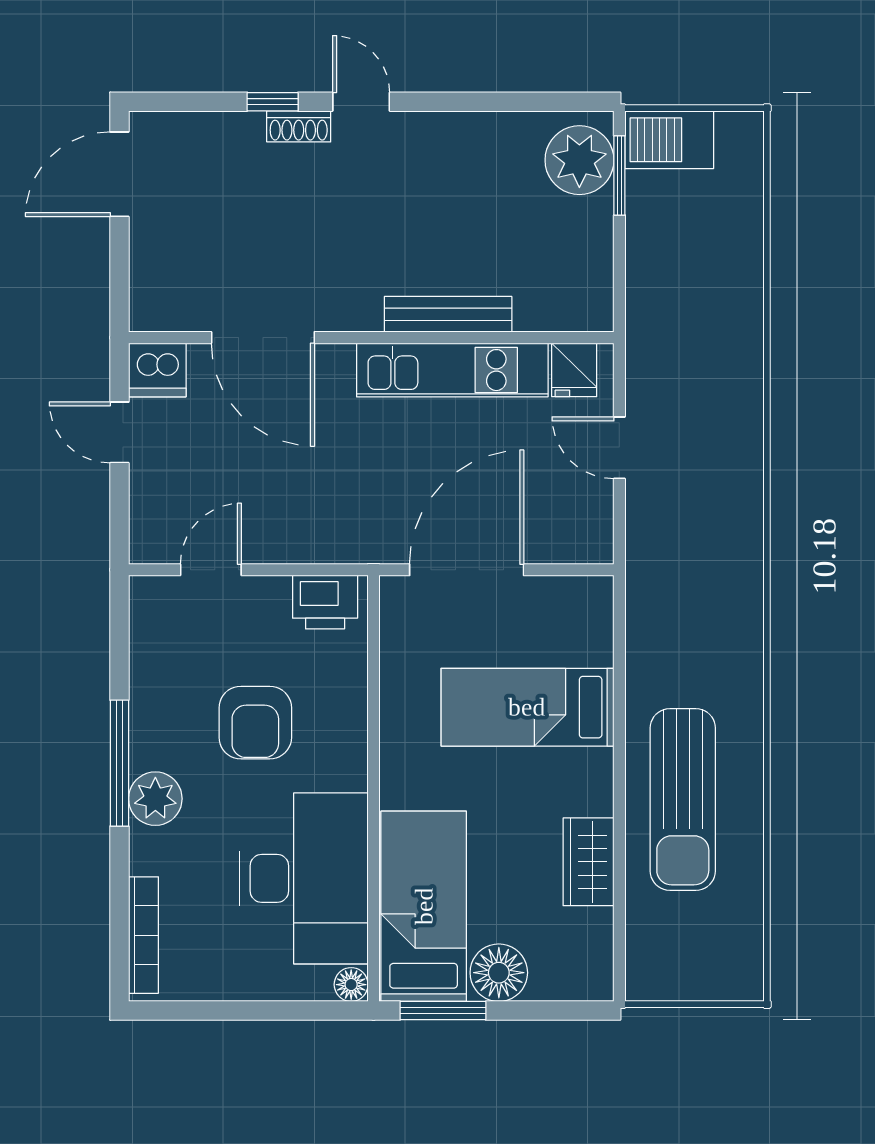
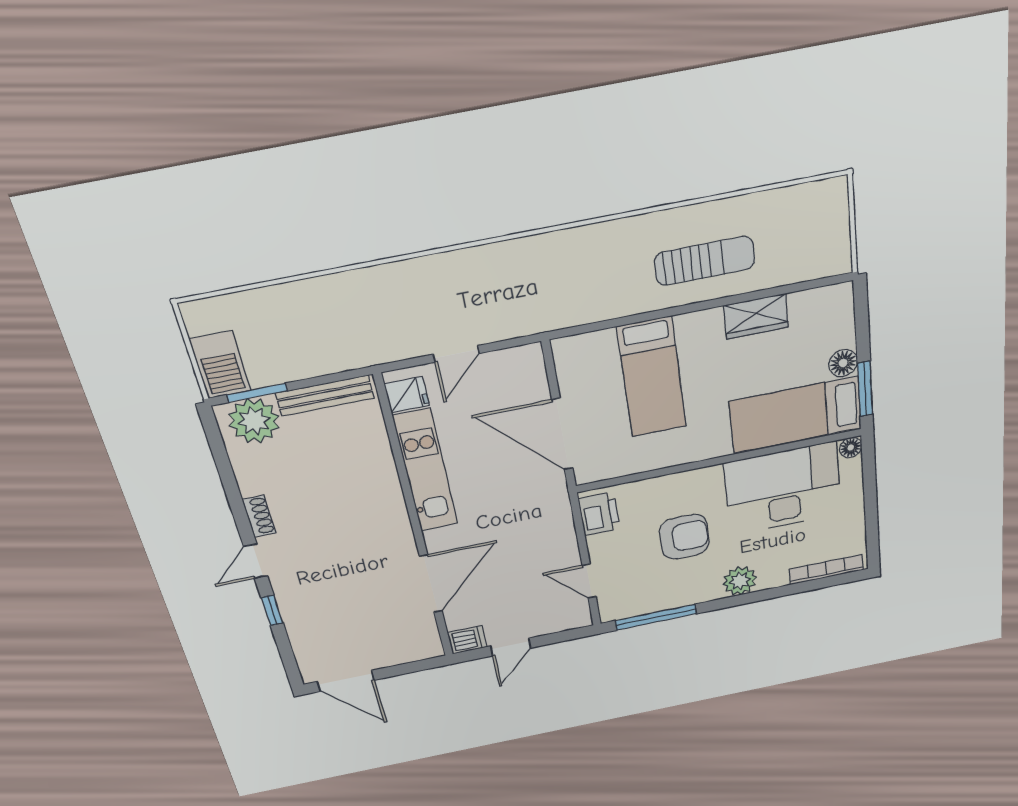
shoe rack: (299, 126) -> (259, 516), moved
bench: (448, 314) -> (325, 396), moved, turned 90
dishwasher: (157, 370) -> (467, 640), width x0.73
window: (119, 763) -> (656, 617), moved
sun lounger: (683, 799) -> (705, 261), width x0.73, depth x0.75
floor lamp: (499, 973) -> (843, 363), width x0.73, depth x0.73

